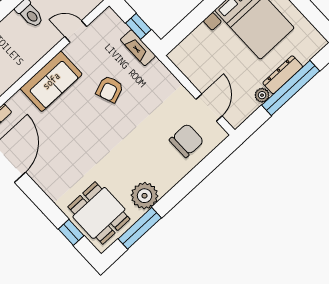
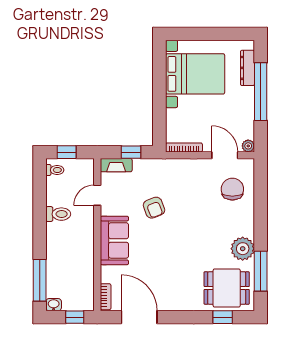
fireplace: (138, 48) -> (116, 165), moved
bookcase: (184, 67) -> (184, 147), added
dresser: (283, 75) -> (247, 68), moved
plant: (262, 95) -> (248, 146), moved

